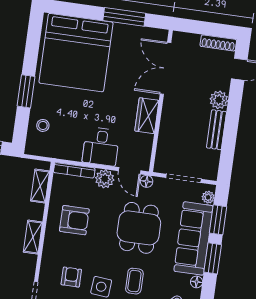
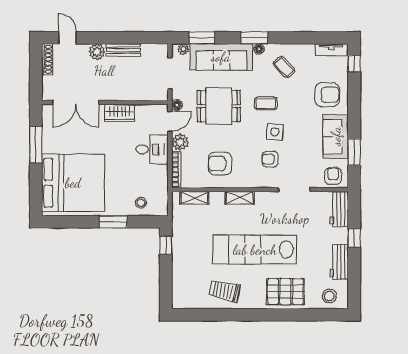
armchair: (74, 220) -> (220, 164), turned -90
window: (213, 258) -> (254, 38), moved

